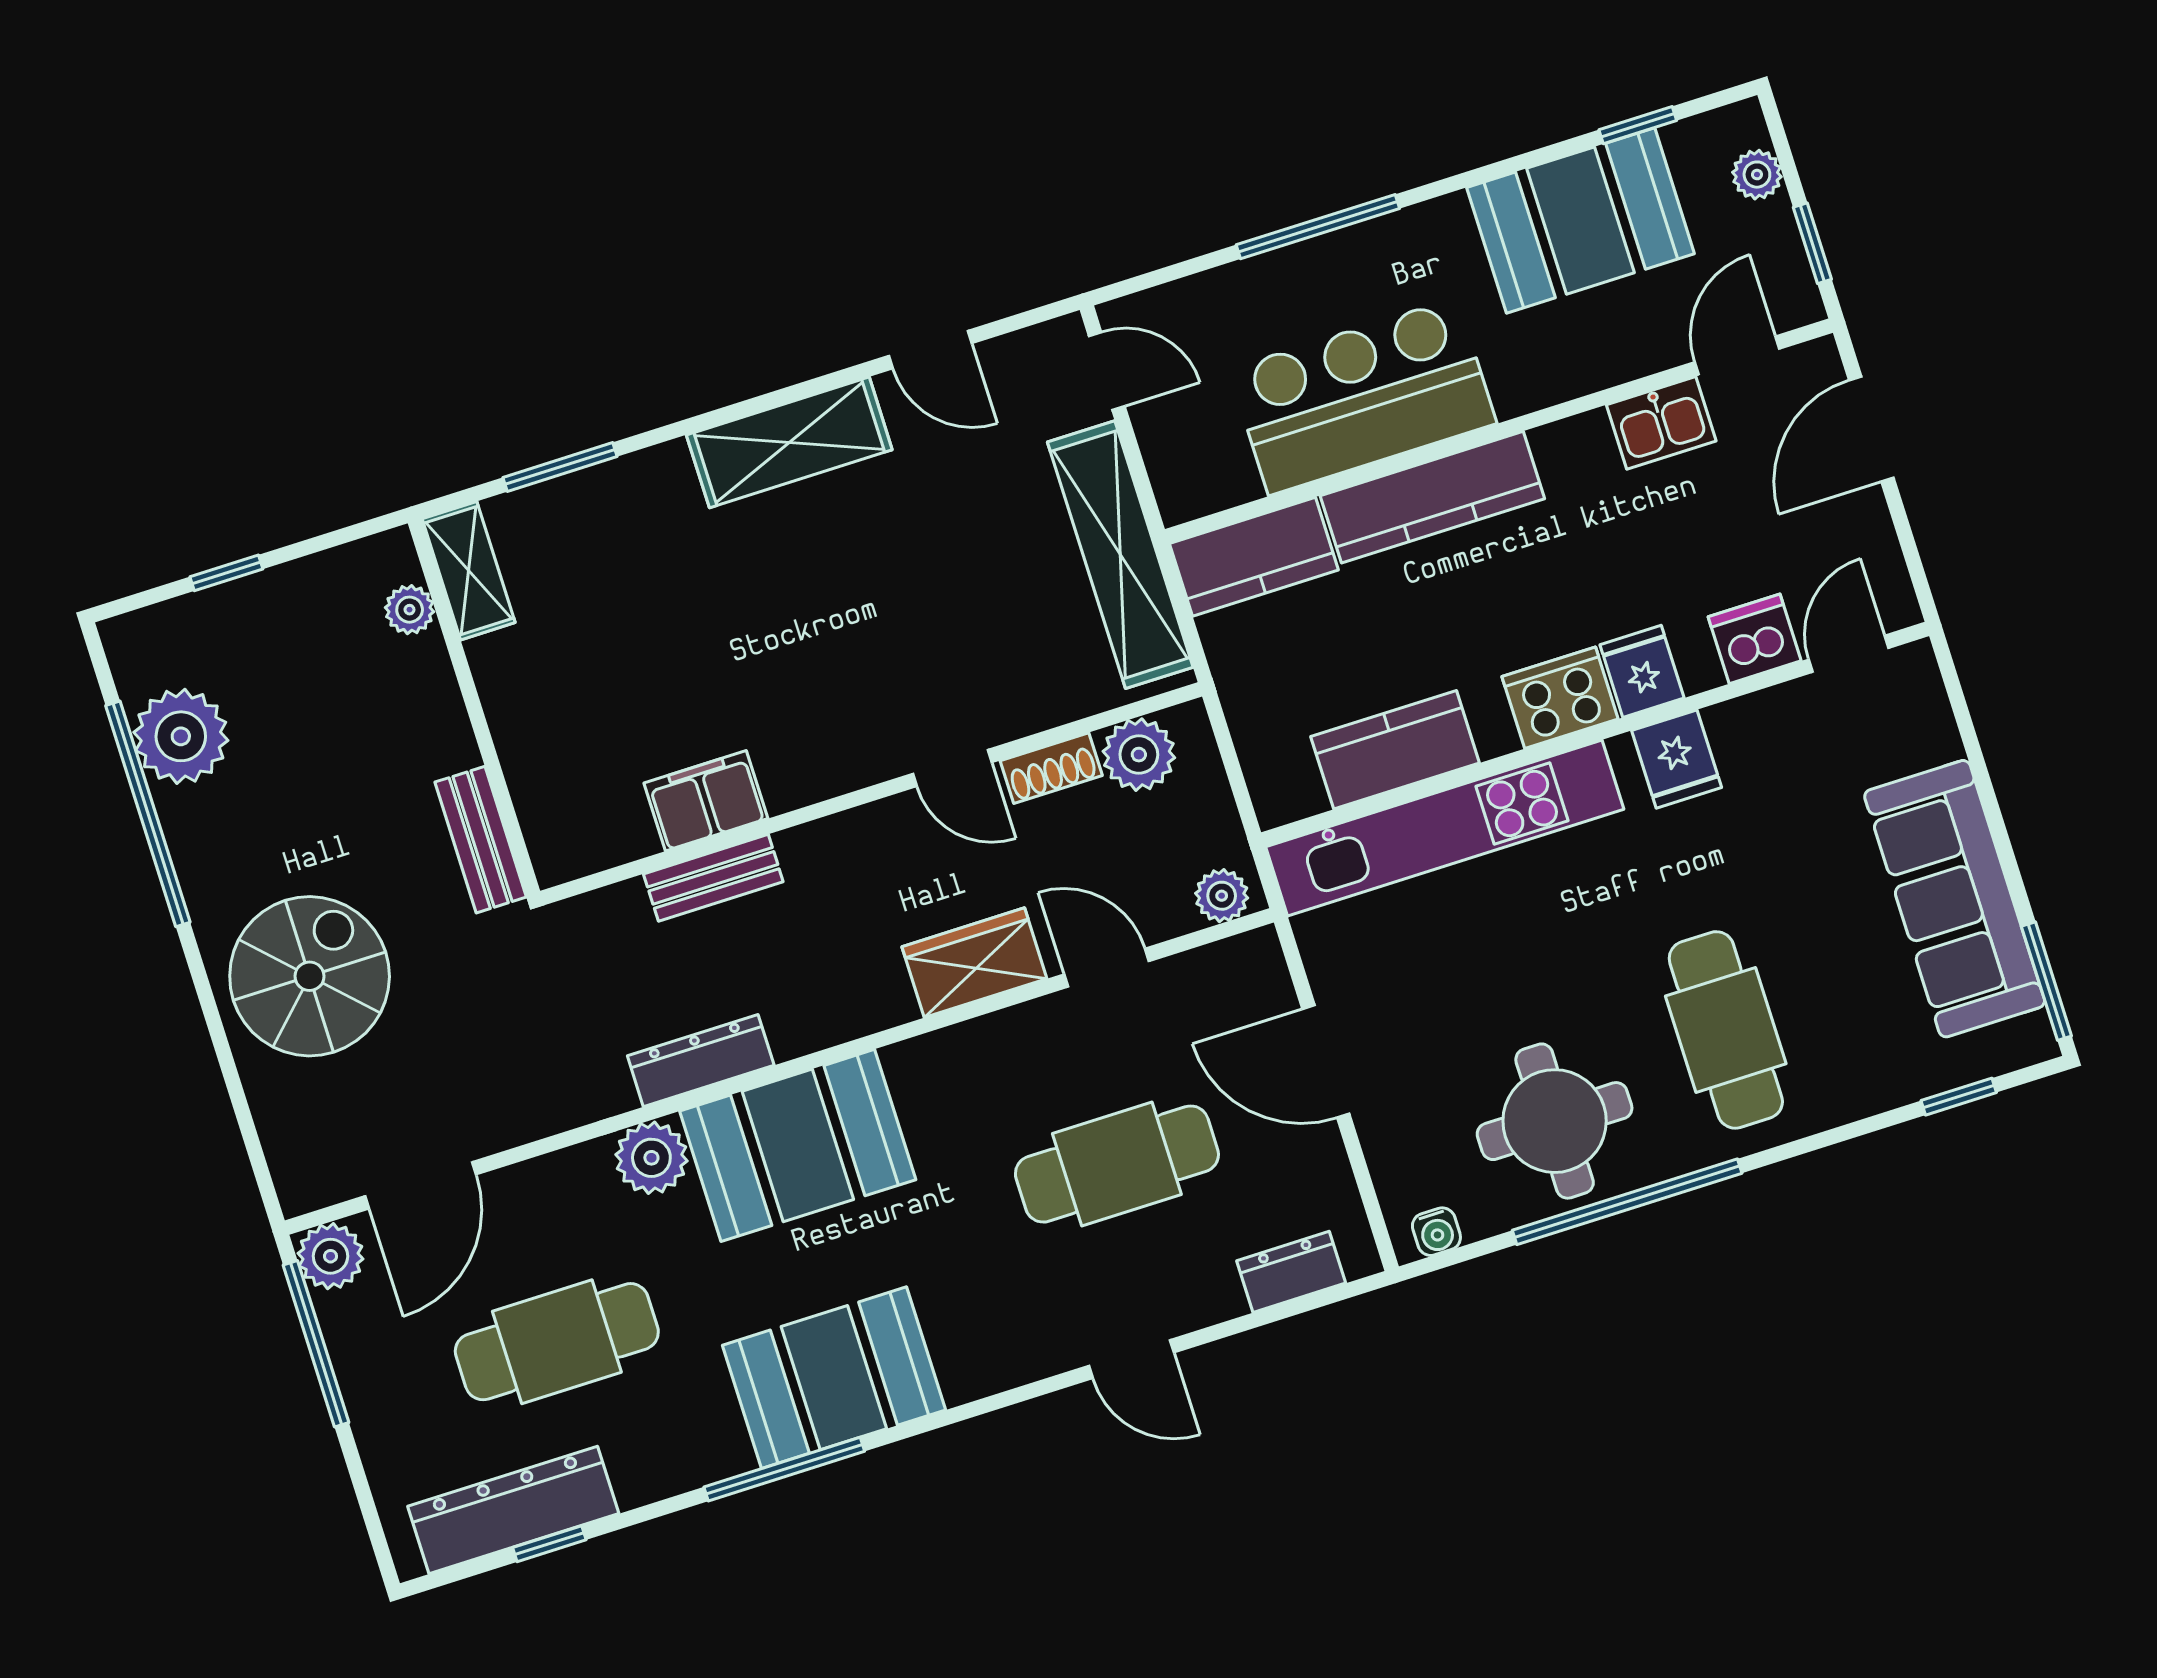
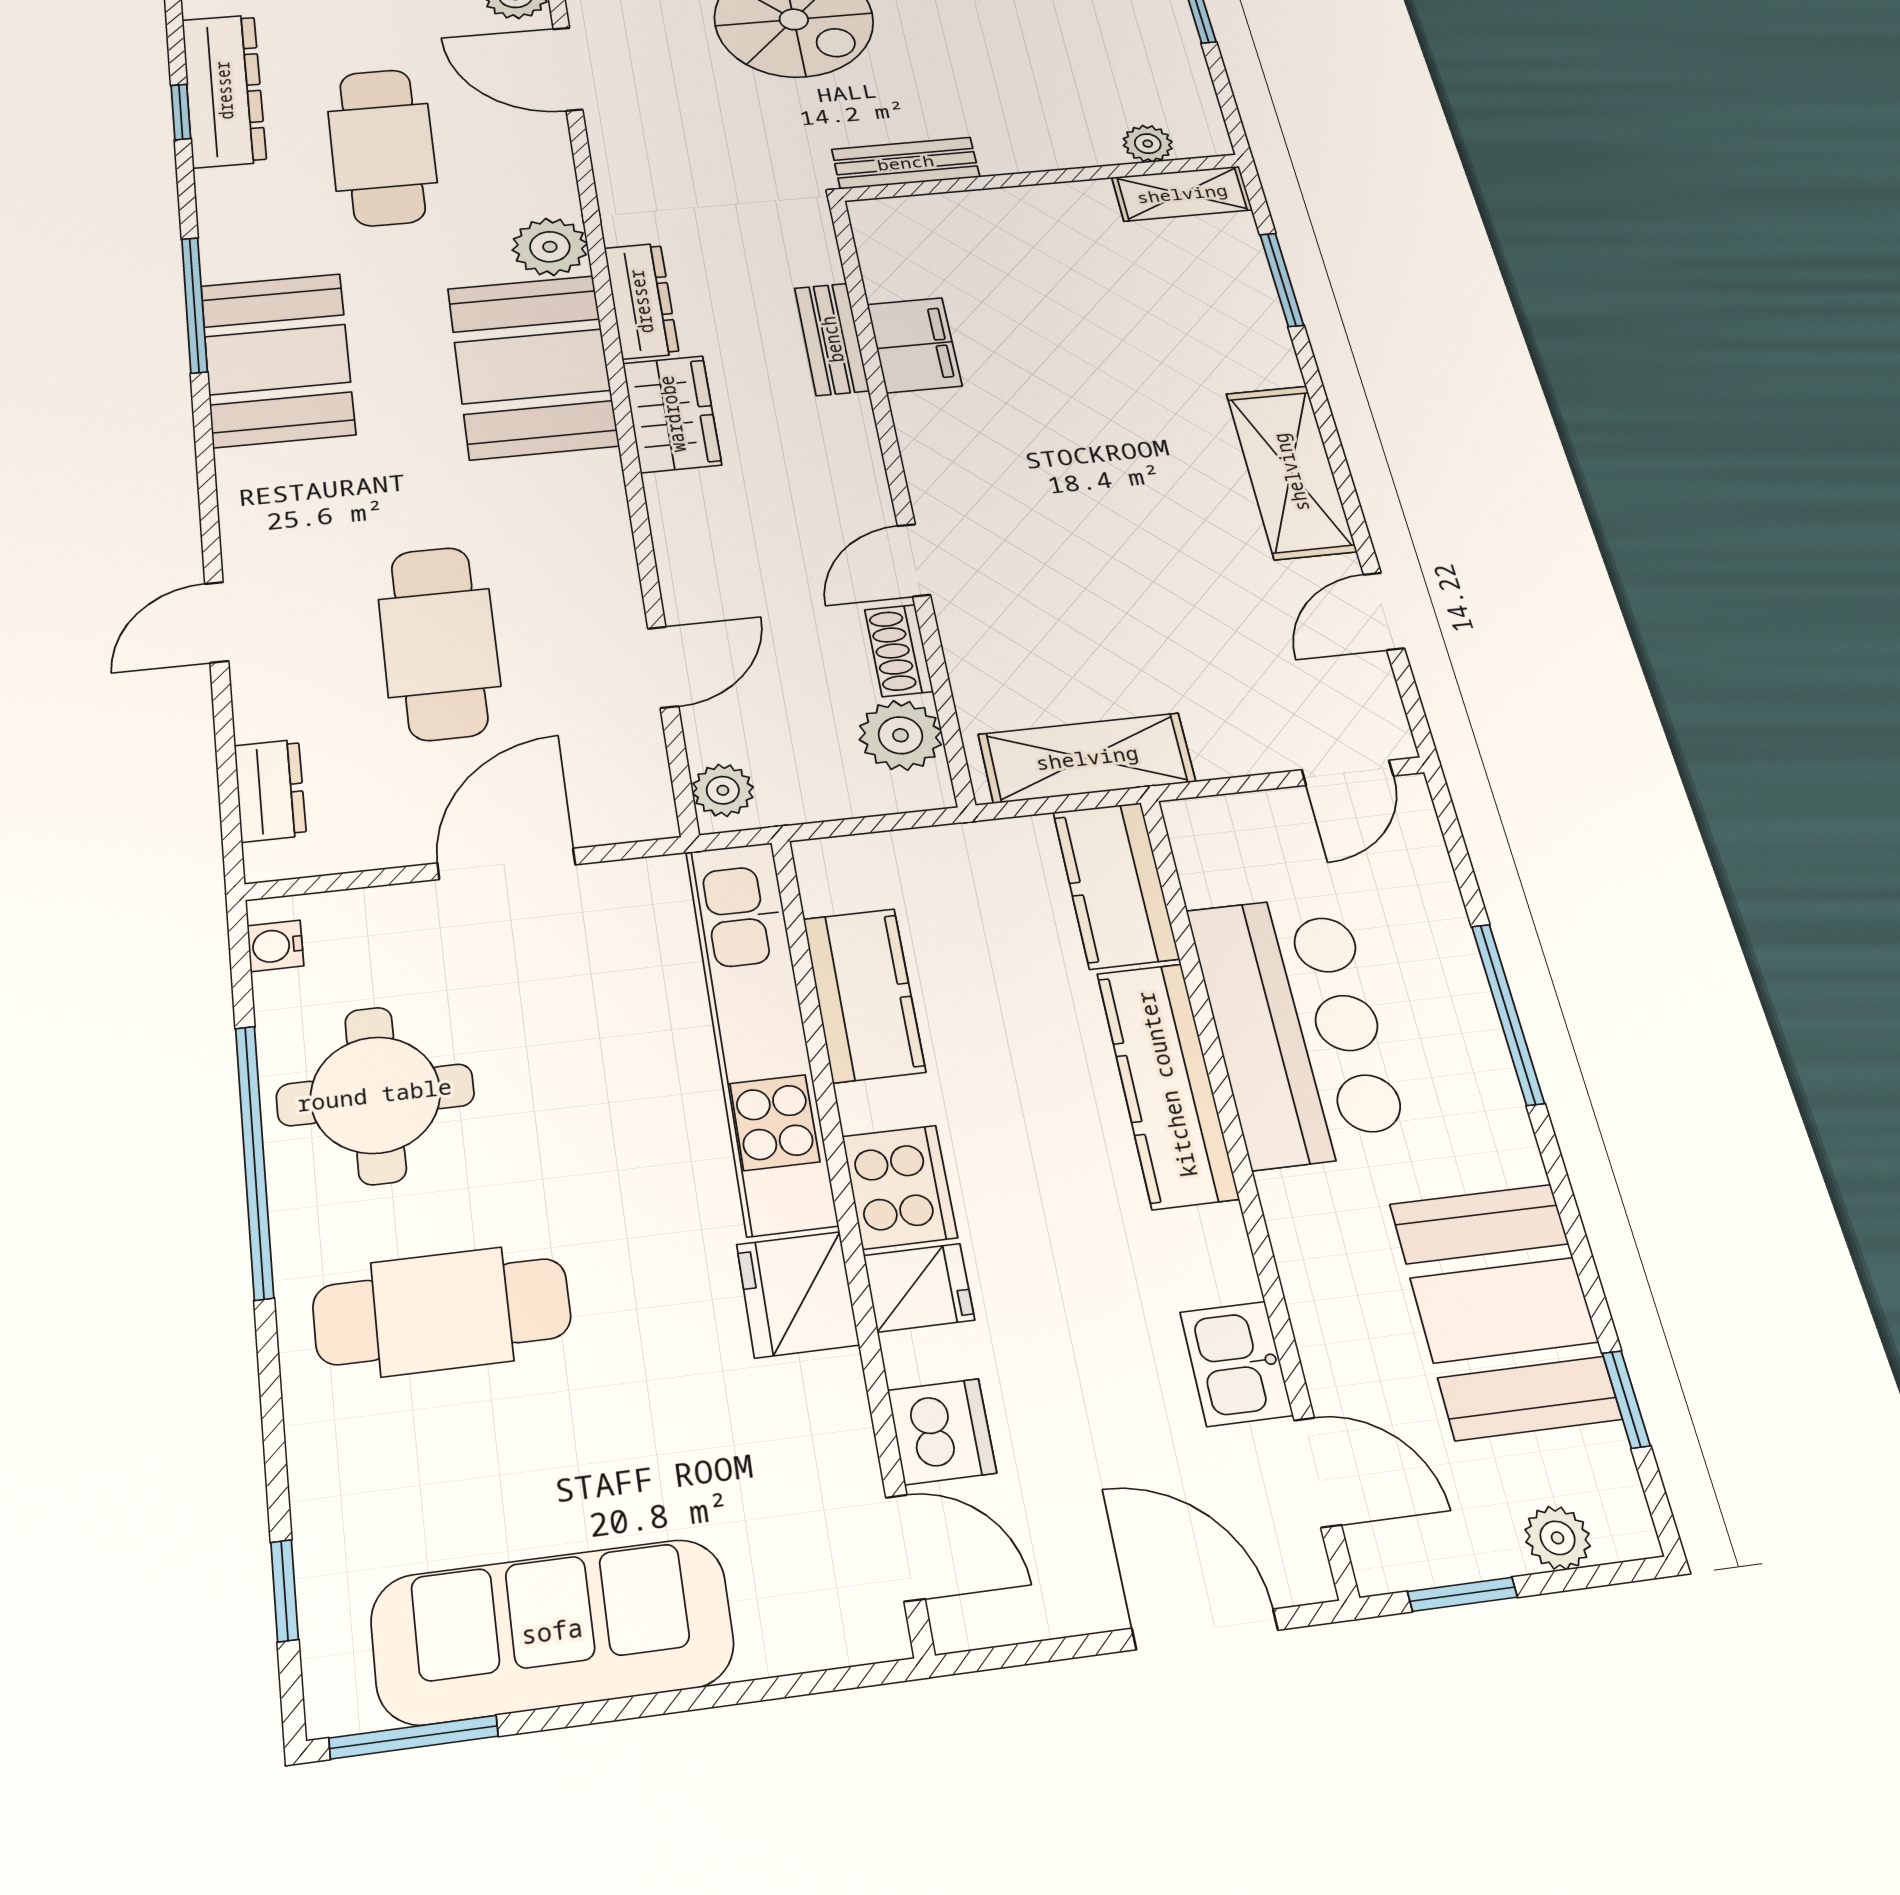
shelving: (1120, 555) -> (1087, 758), width x0.68
fridge: (1677, 759) -> (798, 1294), width x1.38
wardrobe: (974, 963) -> (672, 414), moved

